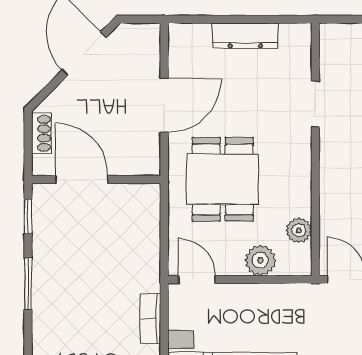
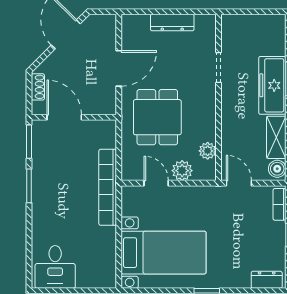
window: (28, 216) -> (29, 142), width x1.50
door: (197, 279) -> (156, 183), moved
bookcase: (151, 319) -> (108, 187), width x2.31, depth x1.31

